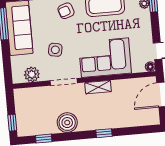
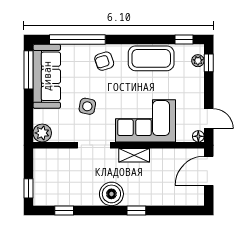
plant: (32, 74) -> (42, 133), moved
boiler: (67, 123) -> (111, 194), moved

